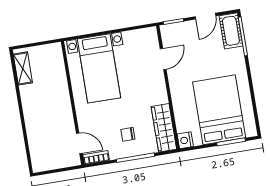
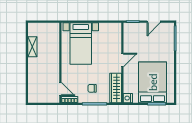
cot: (231, 31) -> (168, 34), removed
door: (163, 59) -> (122, 60), moved
shelving: (23, 68) -> (32, 47), moved

